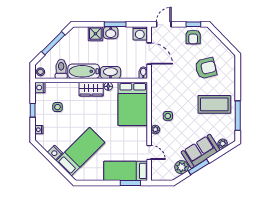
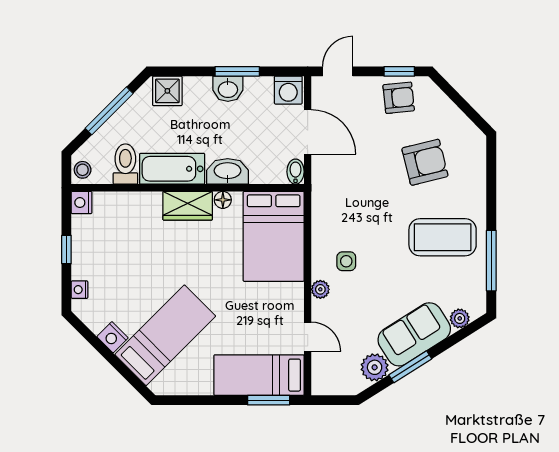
shower: (95, 34) -> (167, 91), moved
armchair: (193, 37) -> (399, 98), turned -96
side table: (57, 107) -> (118, 243), removed

